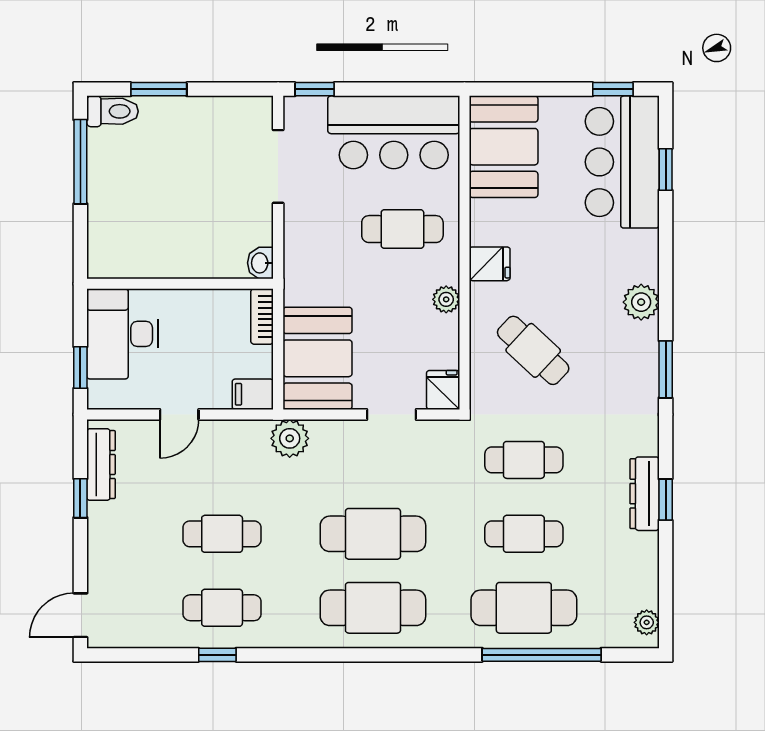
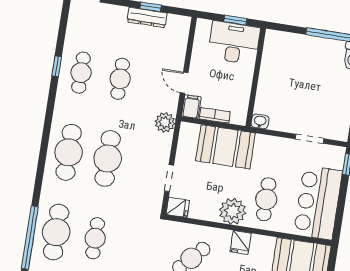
doorway: (278, 166) -> (310, 139), width x0.73
plant: (446, 299) -> (233, 211), width x1.87, depth x1.87
bookcase: (262, 316) -> (215, 115), moved
booth: (317, 358) -> (225, 147), moved
window: (80, 367) -> (235, 20), moved
door: (179, 415) -> (184, 83), moved
cafe table: (524, 460) -> (134, 244), removed
dresser: (101, 465) -> (147, 17), moved

